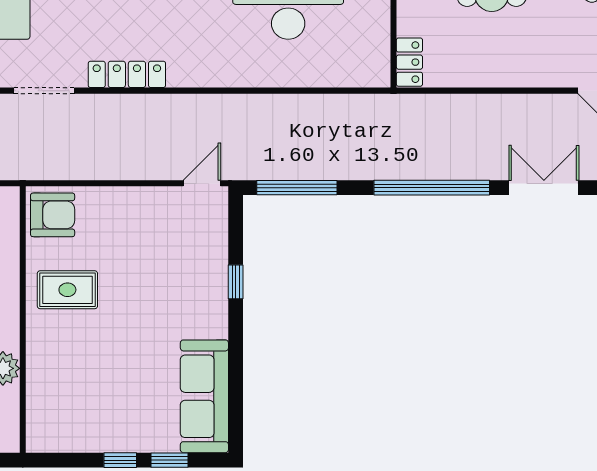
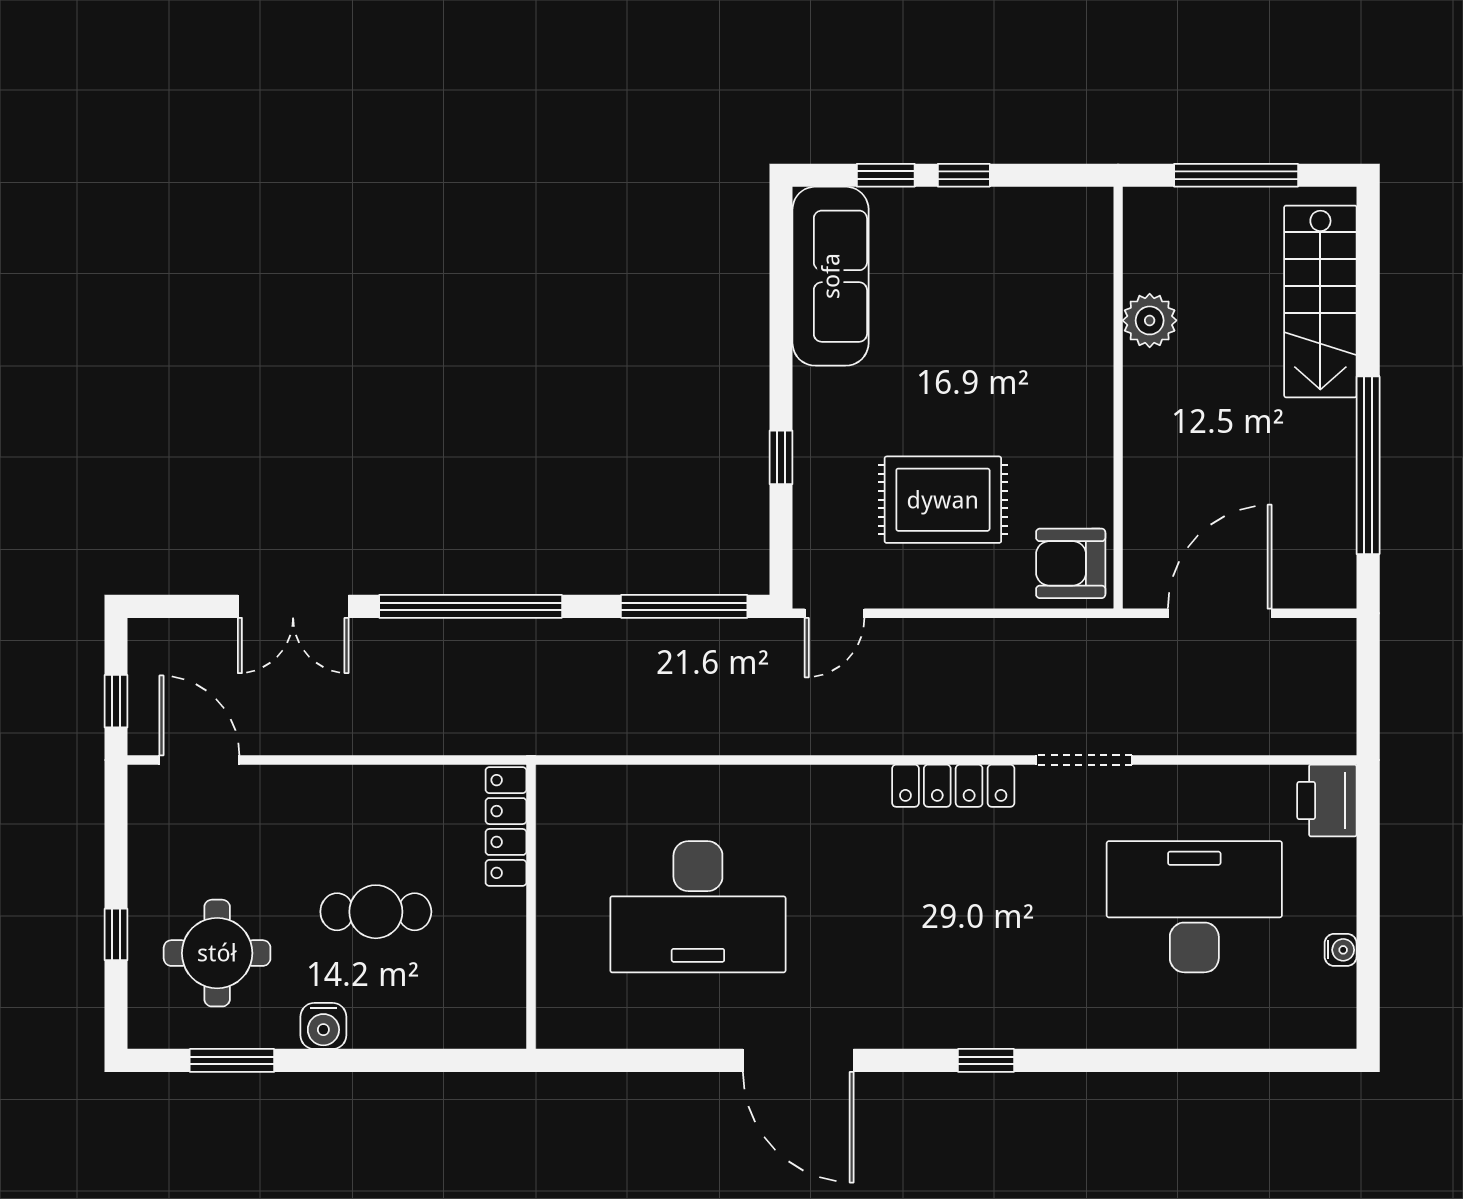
locker: (409, 62) -> (506, 826), width x1.53
rug: (67, 290) -> (943, 500), moved, width x1.36, depth x1.43

